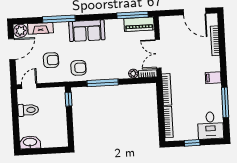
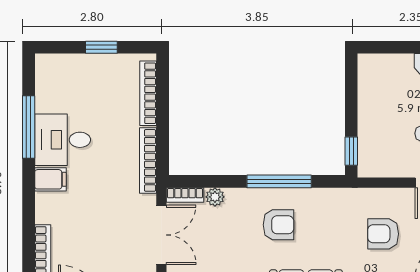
armchair: (78, 68) -> (278, 225), moved, turned 180
desk: (210, 125) -> (63, 140), moved, turned -90

